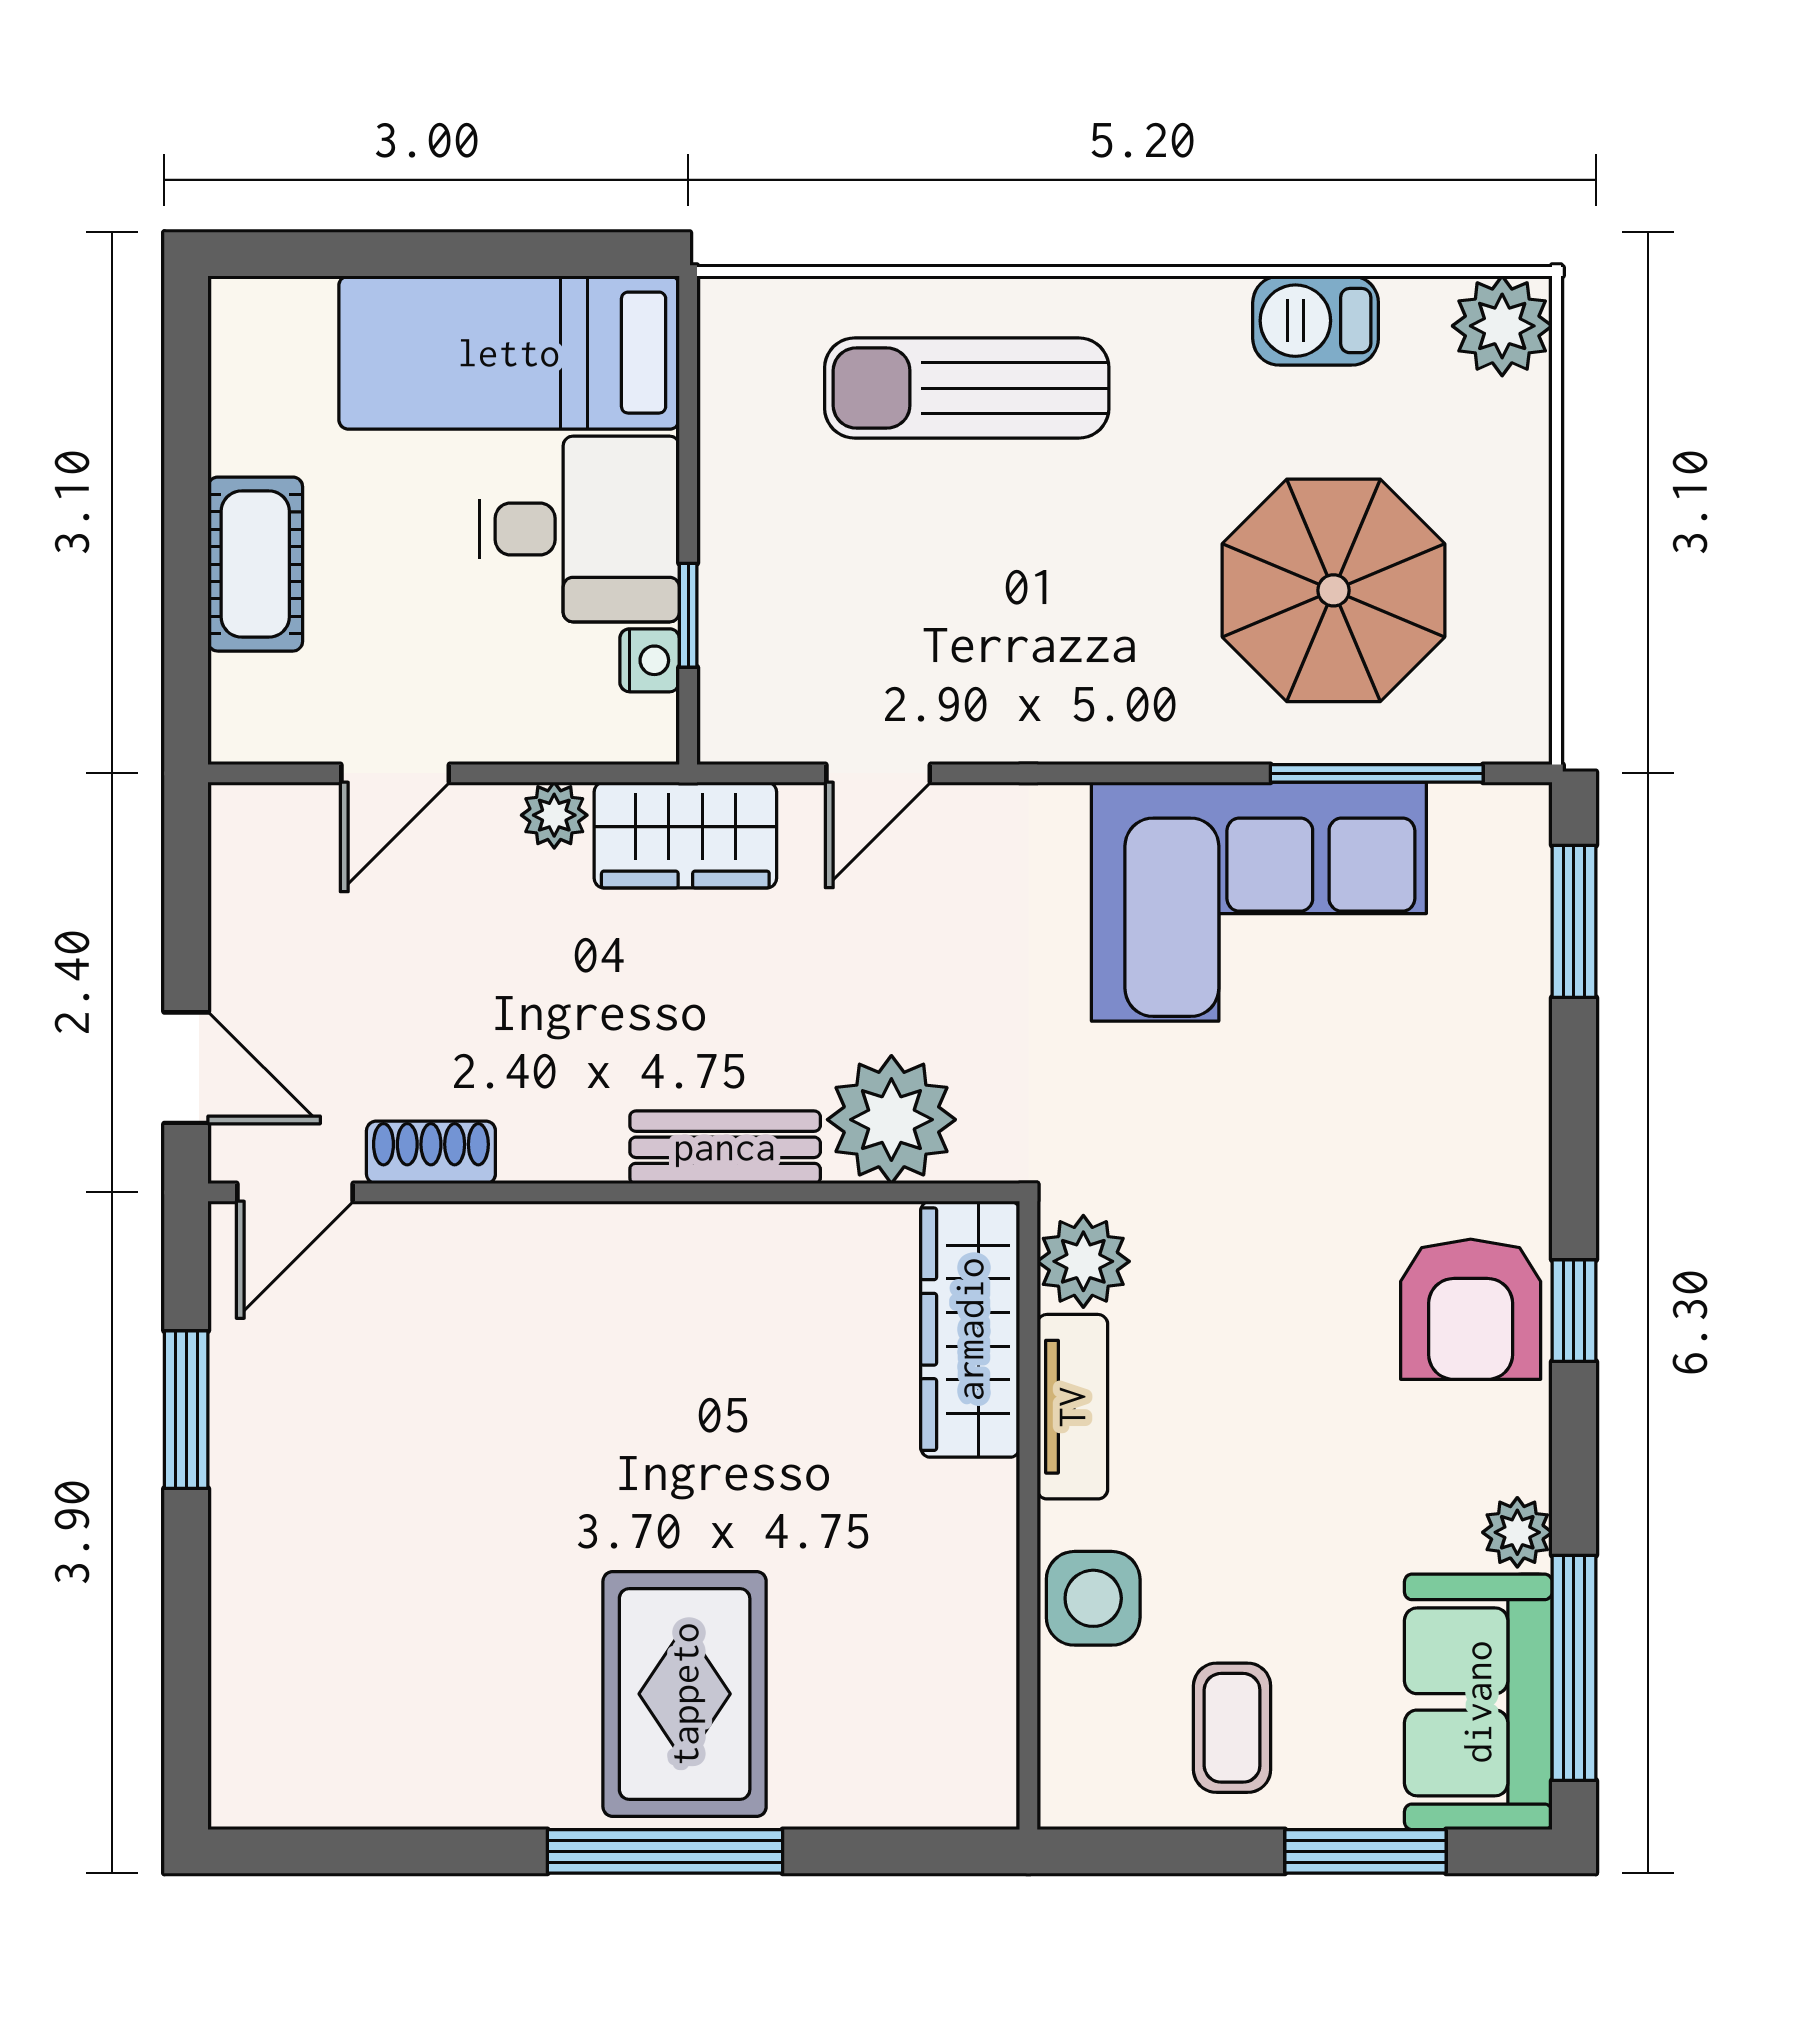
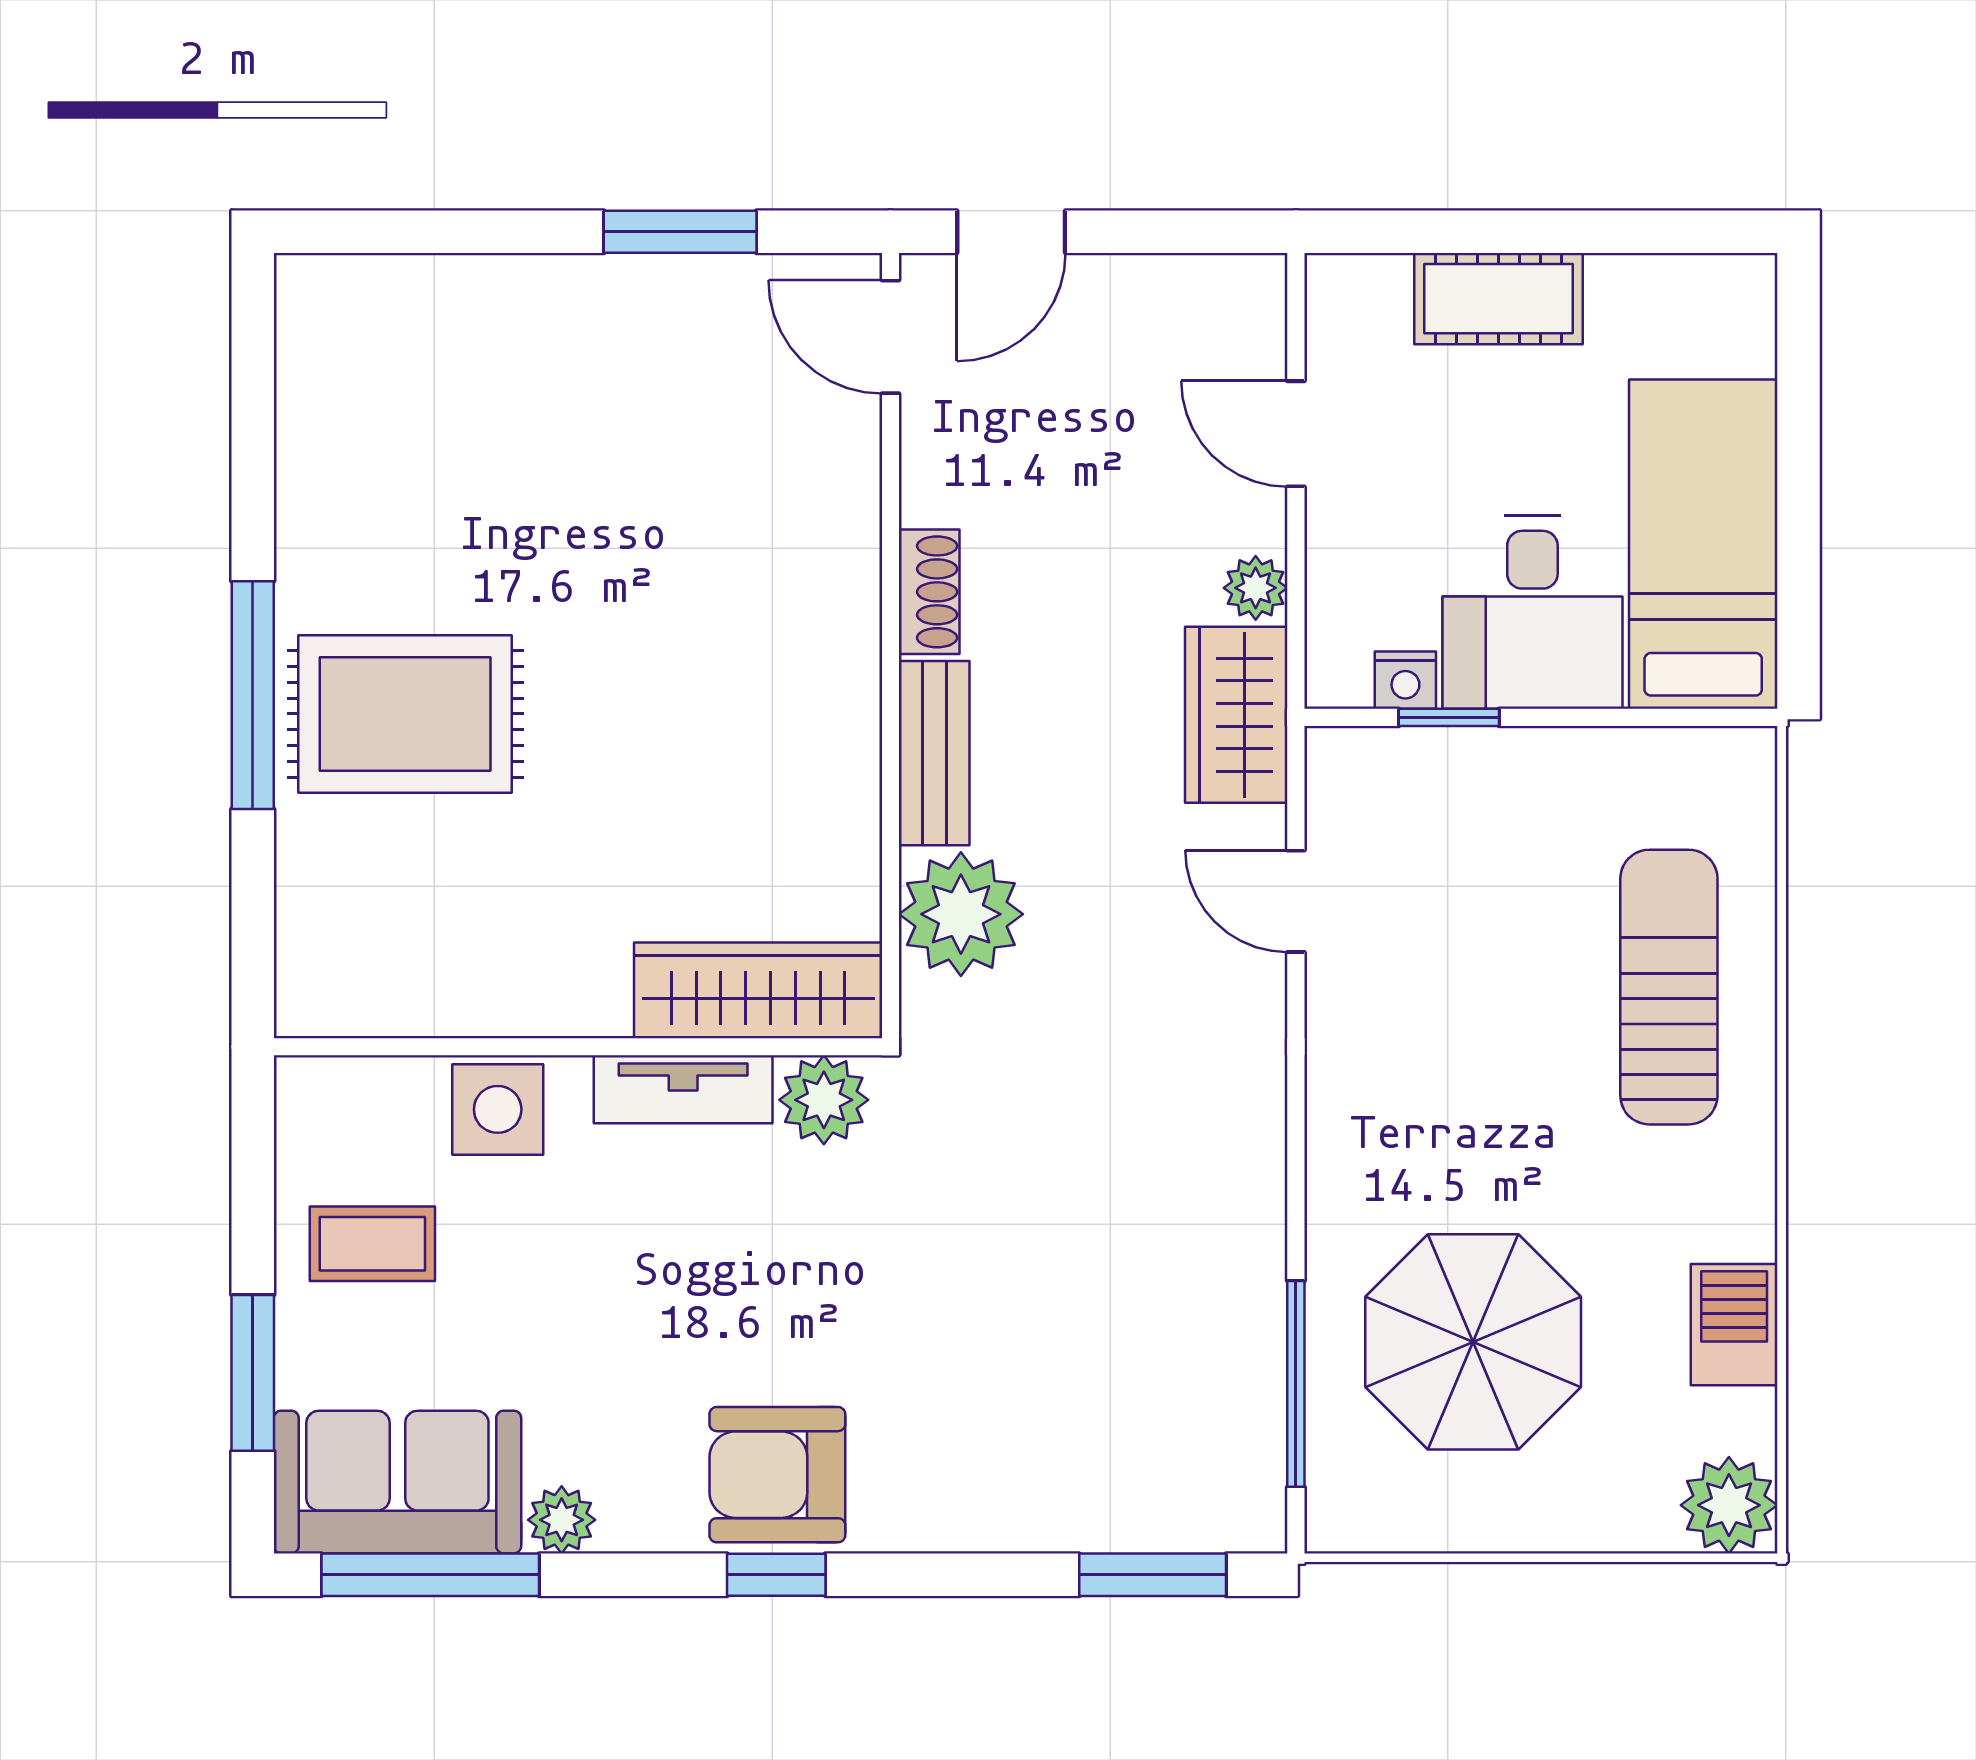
corner sofa: (1259, 902) -> (1172, 1270), removed
shoe rack: (431, 1152) -> (929, 592), moved

